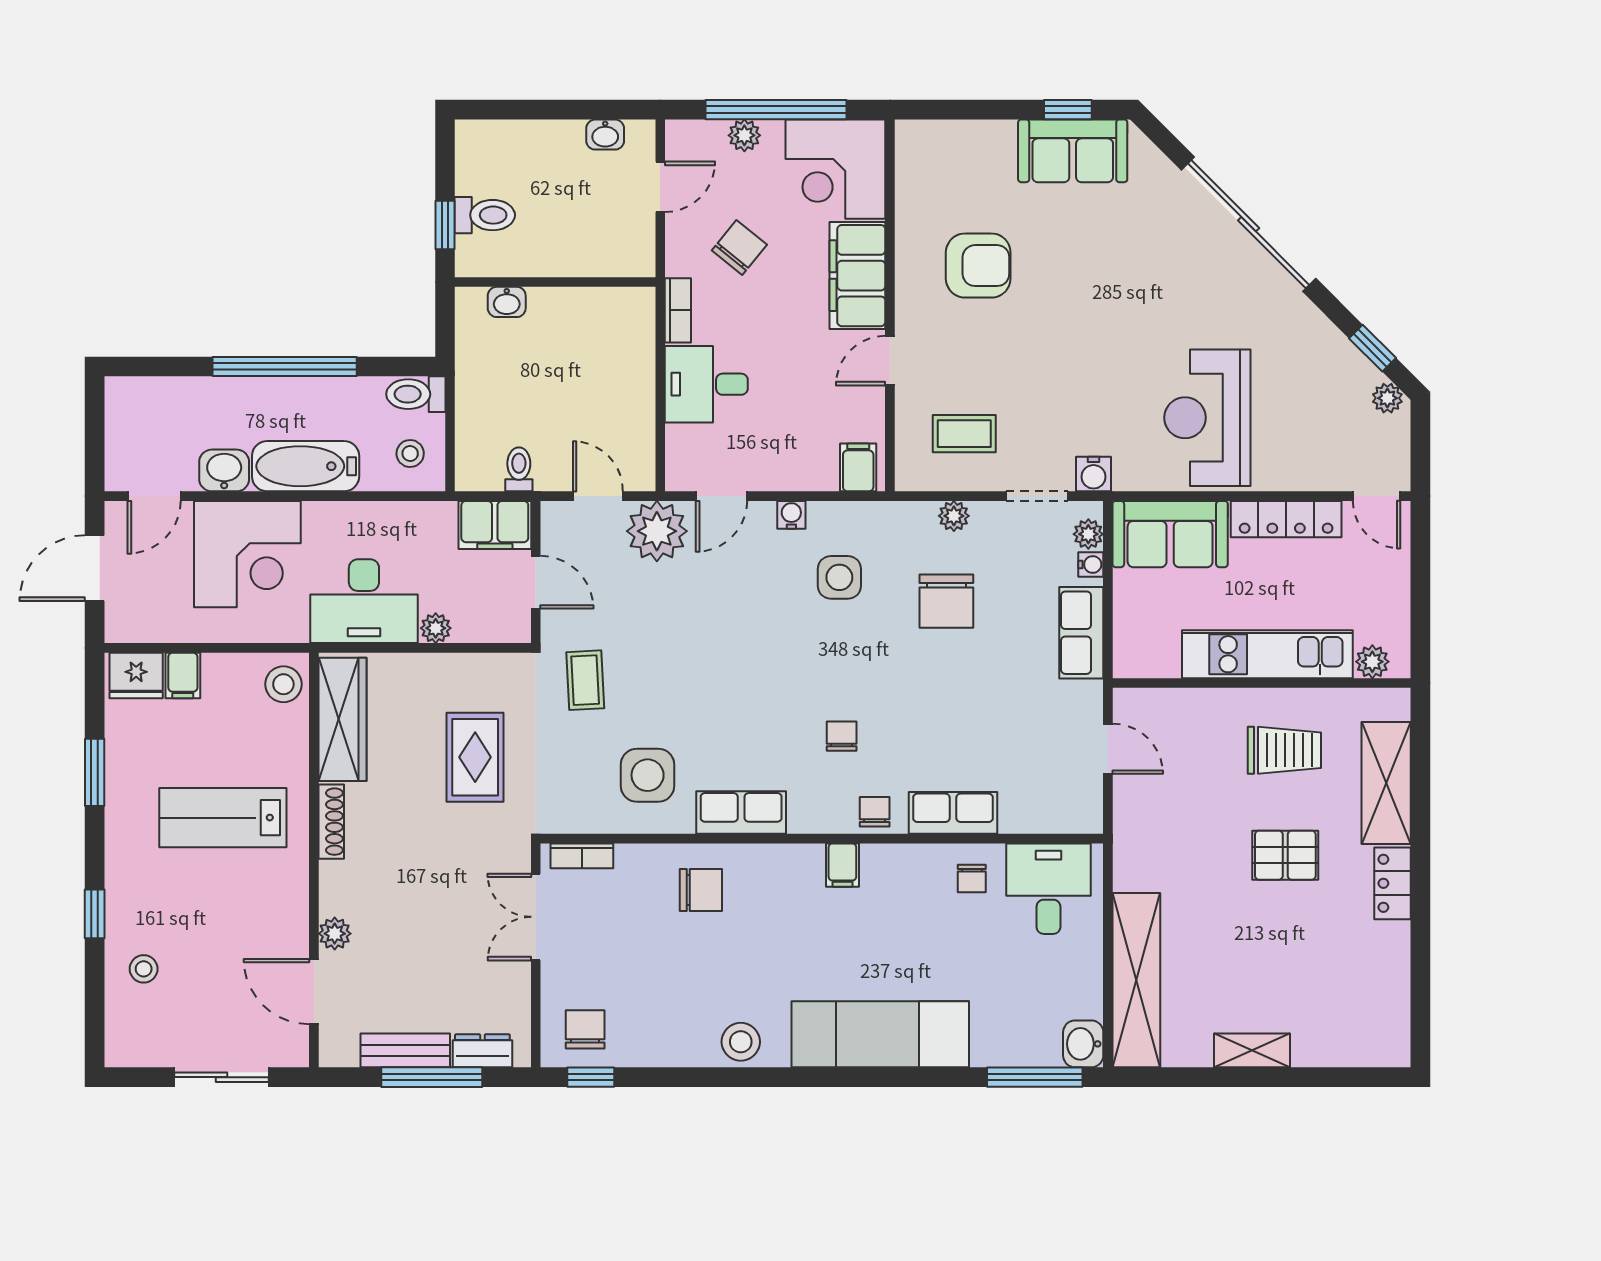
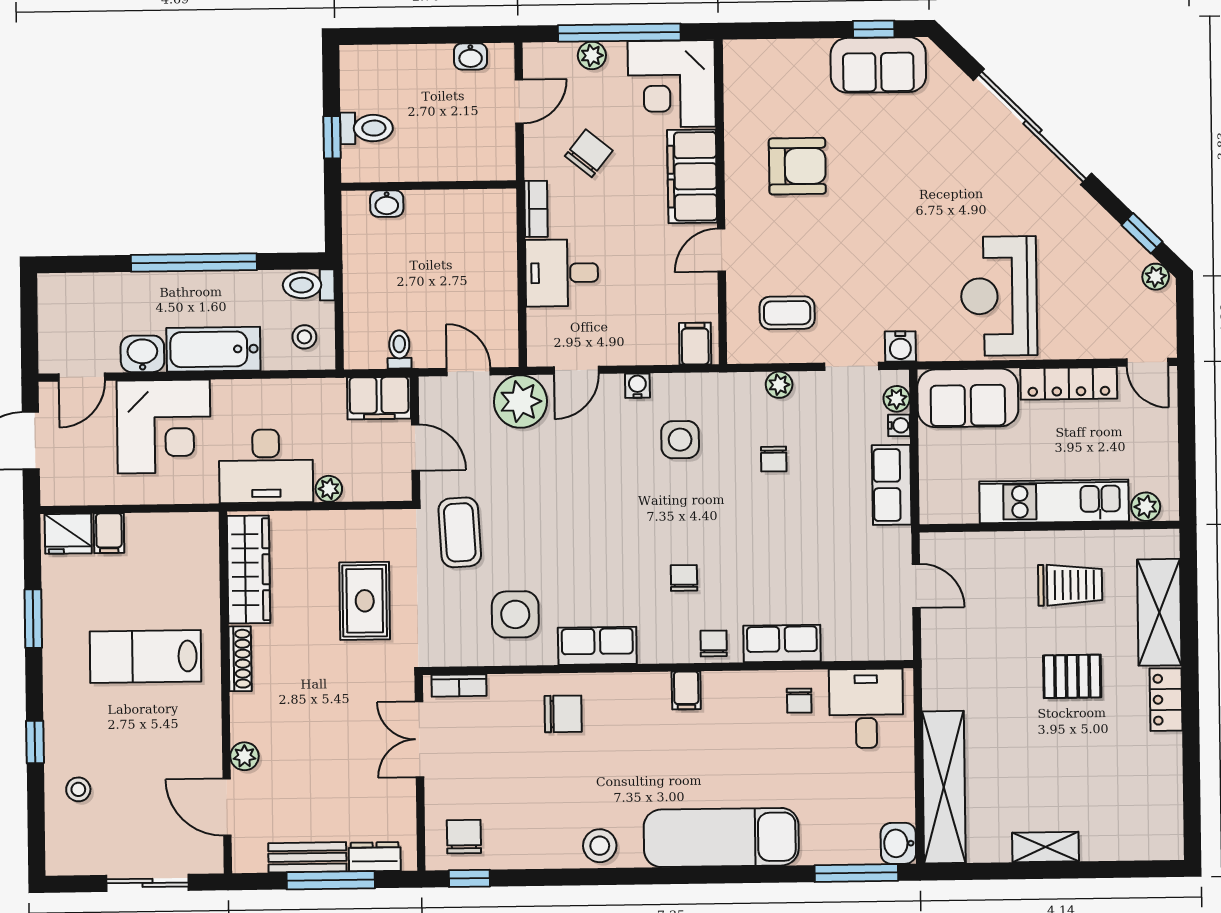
chair: (946, 601) -> (774, 459), width x0.54, depth x0.54
coffee table: (585, 680) -> (460, 532), width x1.36, depth x1.30
stool: (283, 684) -> (197, 540), removed

